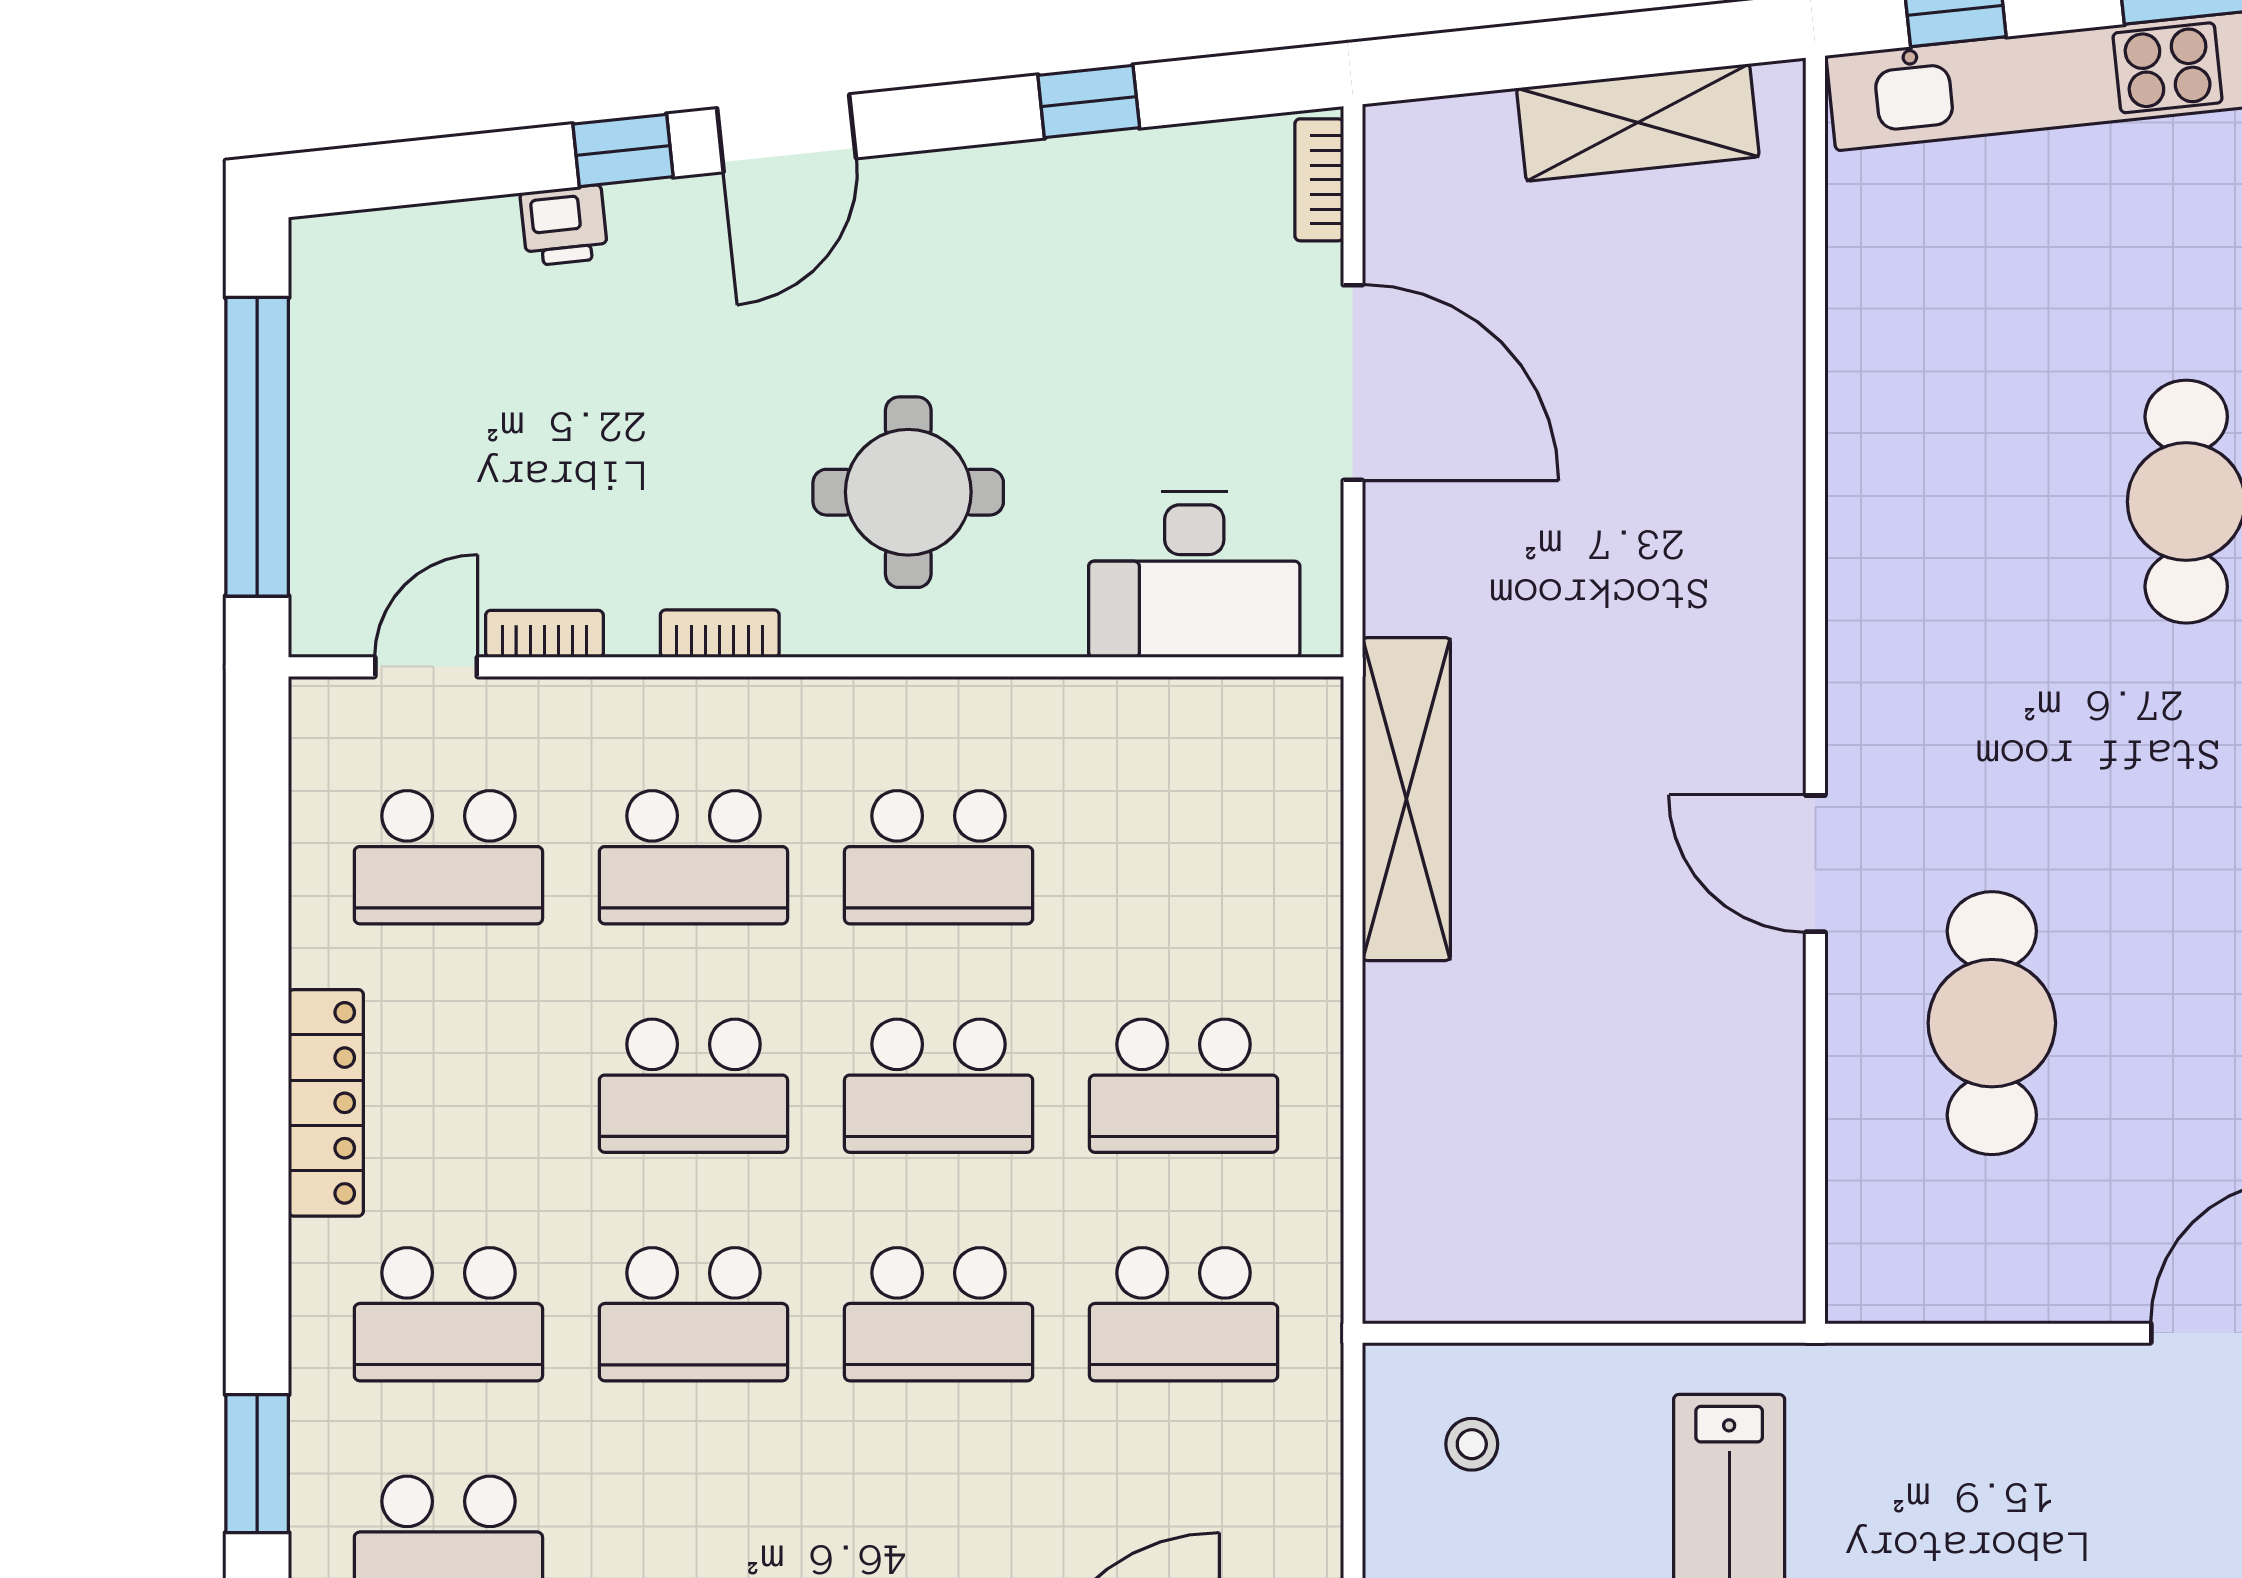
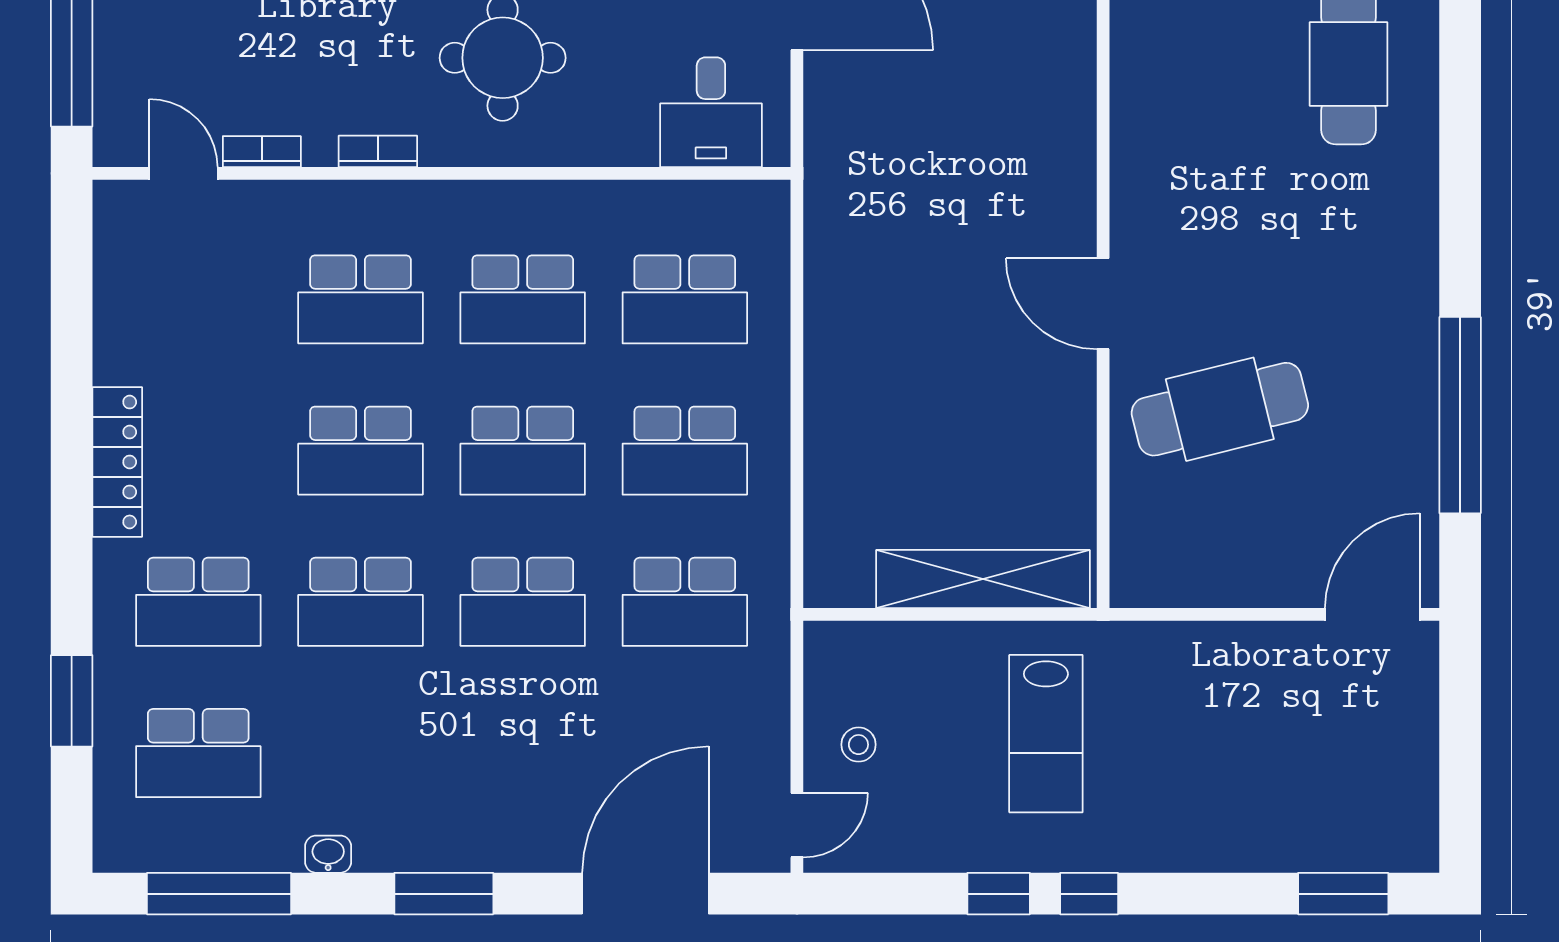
desk: (1194, 575) -> (711, 112), width x0.73
door: (426, 667) -> (183, 173), hinge flipped
shelving: (1406, 799) -> (983, 579), moved, turned 90
school desk: (448, 857) -> (685, 299), moved
cafe table: (1992, 1023) -> (1220, 409), turned 76
stool: (1472, 1444) -> (858, 745), moved

